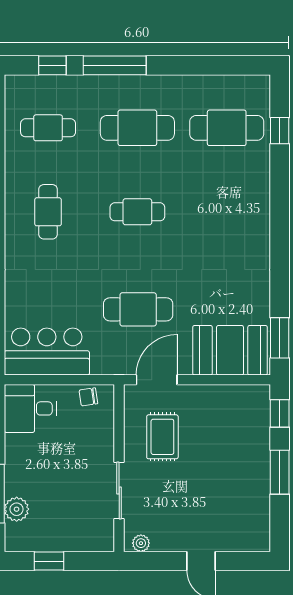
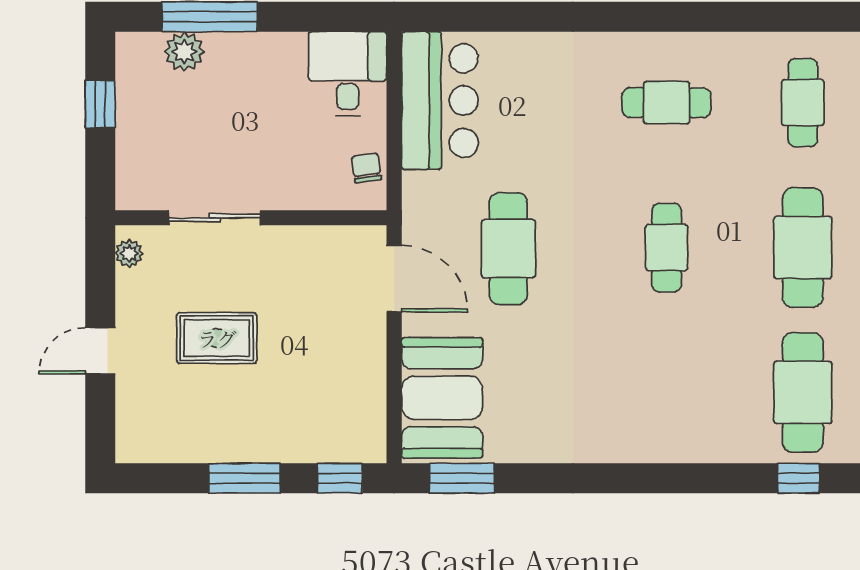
rug: (162, 437) -> (217, 338), moved

